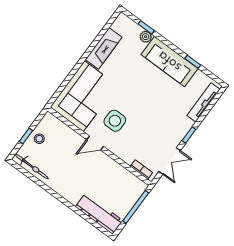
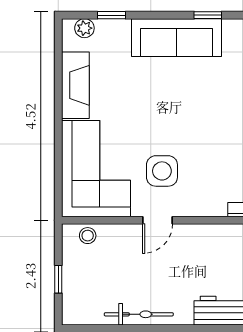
plant: (146, 37) -> (84, 28), moved
stool: (39, 139) -> (88, 236), moved
bicycle: (32, 166) -> (139, 314), moved

